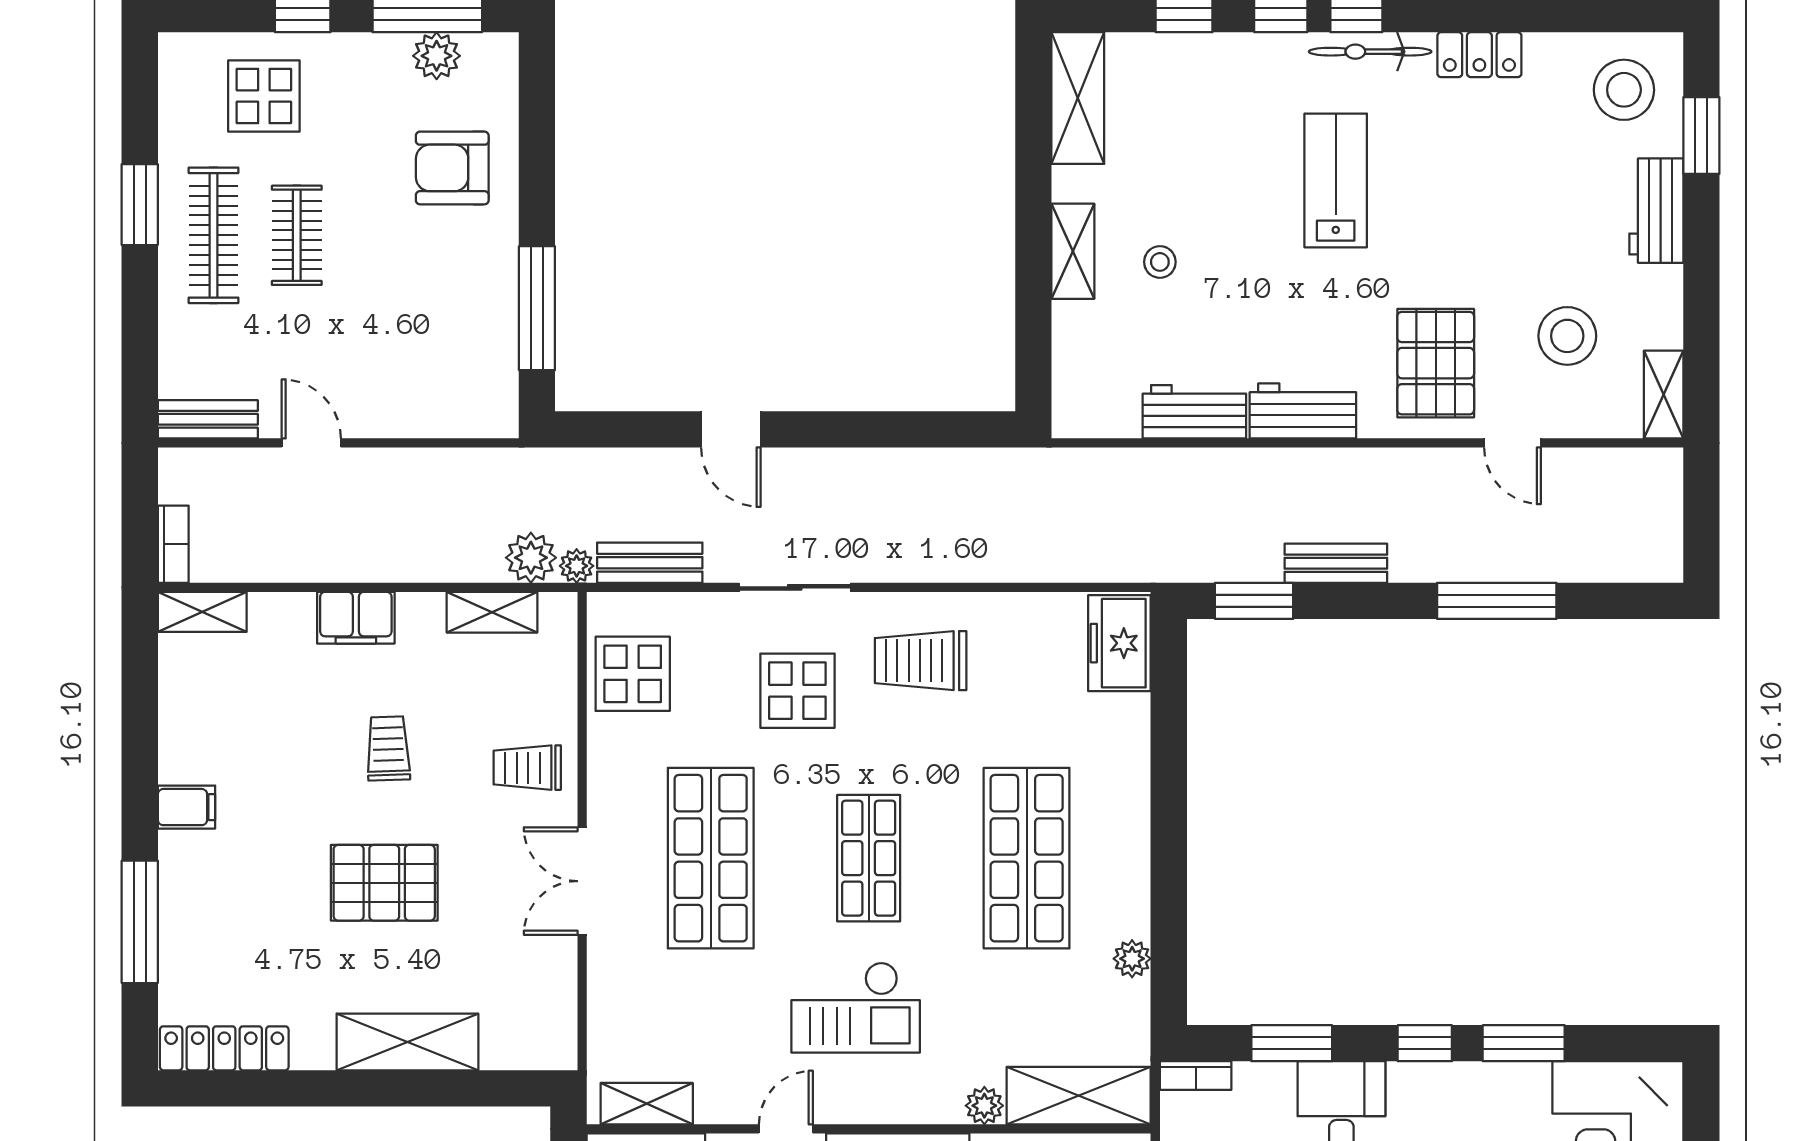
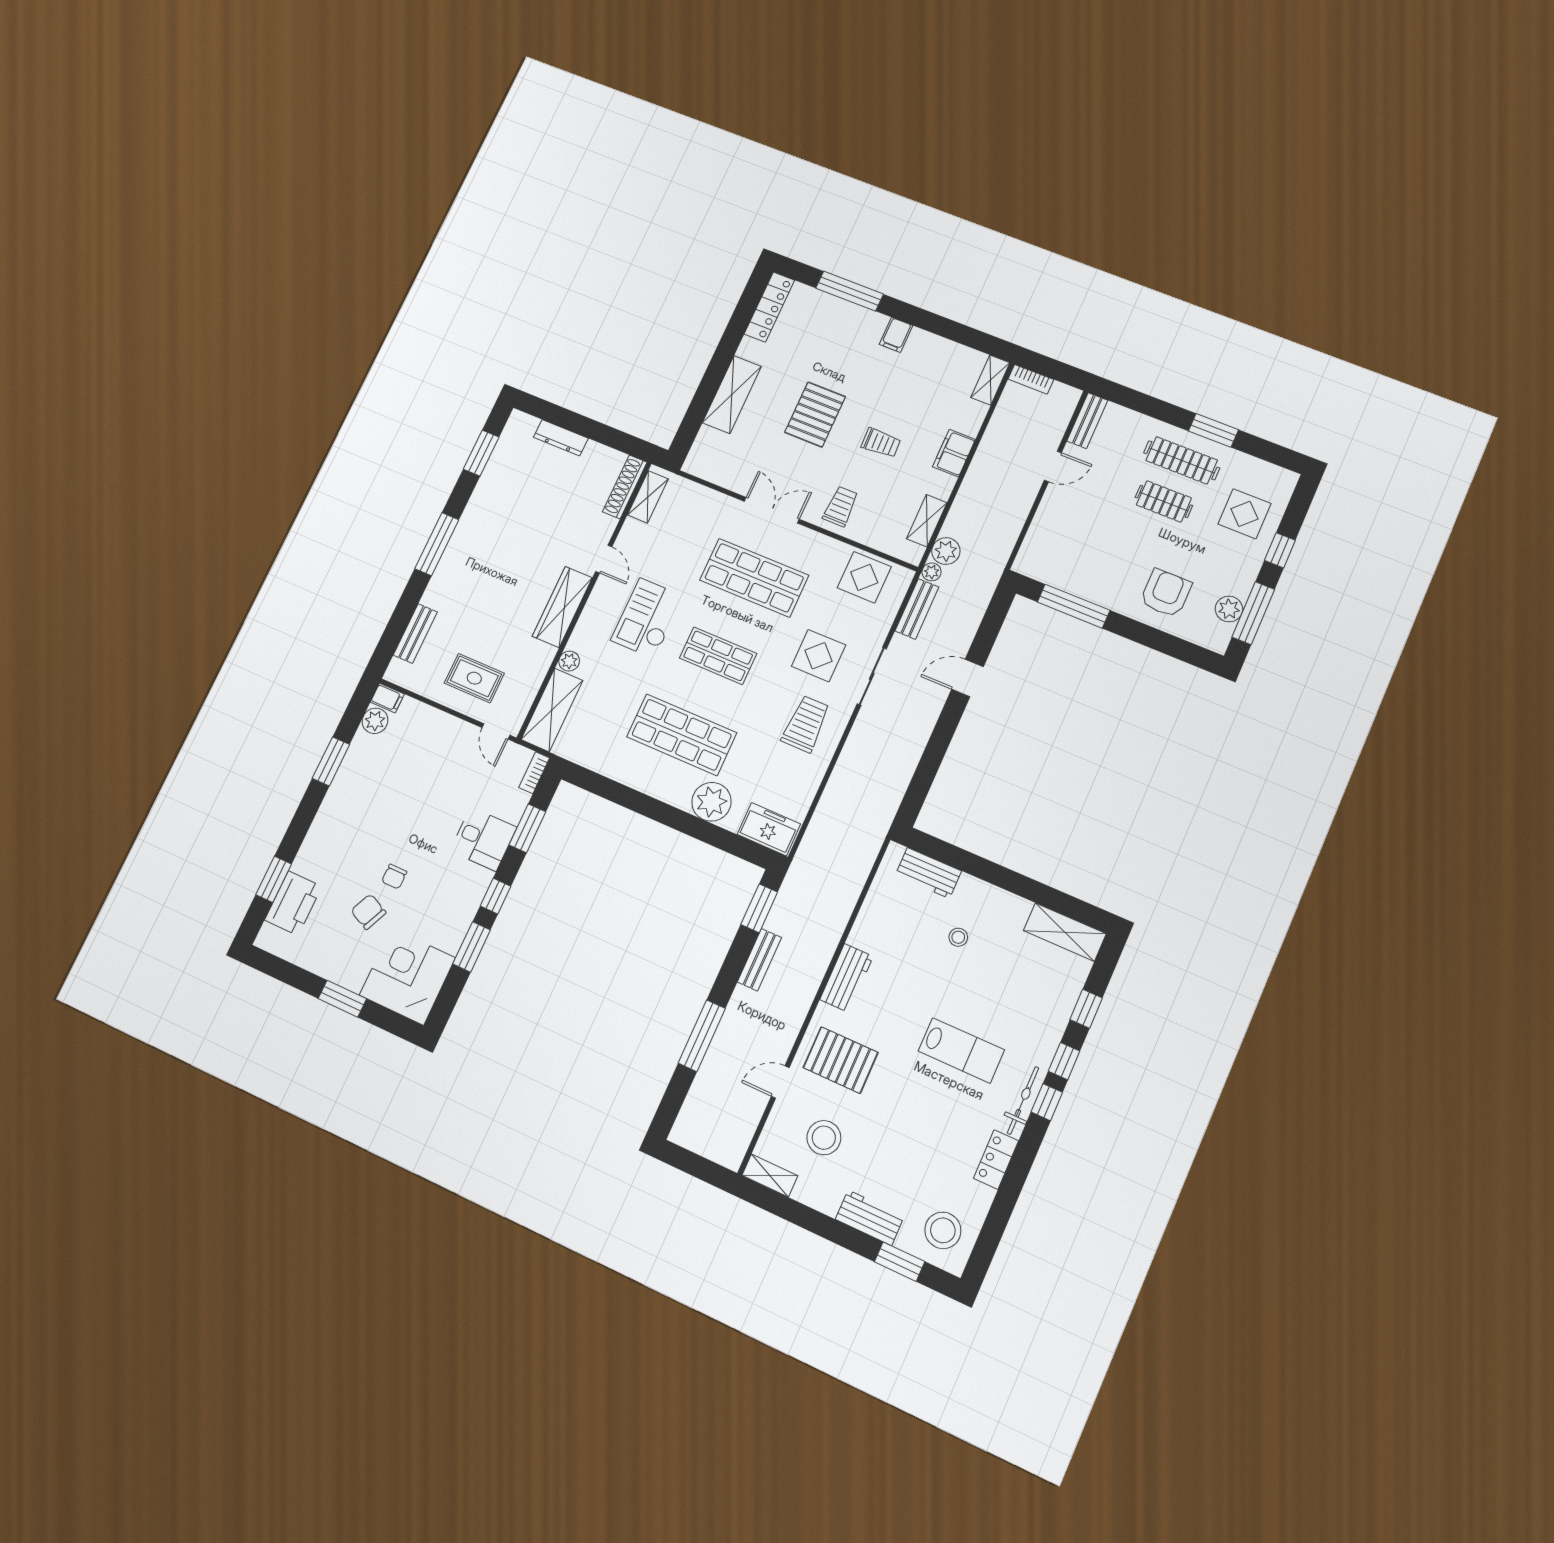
shelving: (1073, 251) -> (984, 894), removed
workbench: (1194, 412) -> (928, 873), moved, turned 90
plant: (1132, 959) -> (711, 802), moved, width x1.88, depth x1.88

